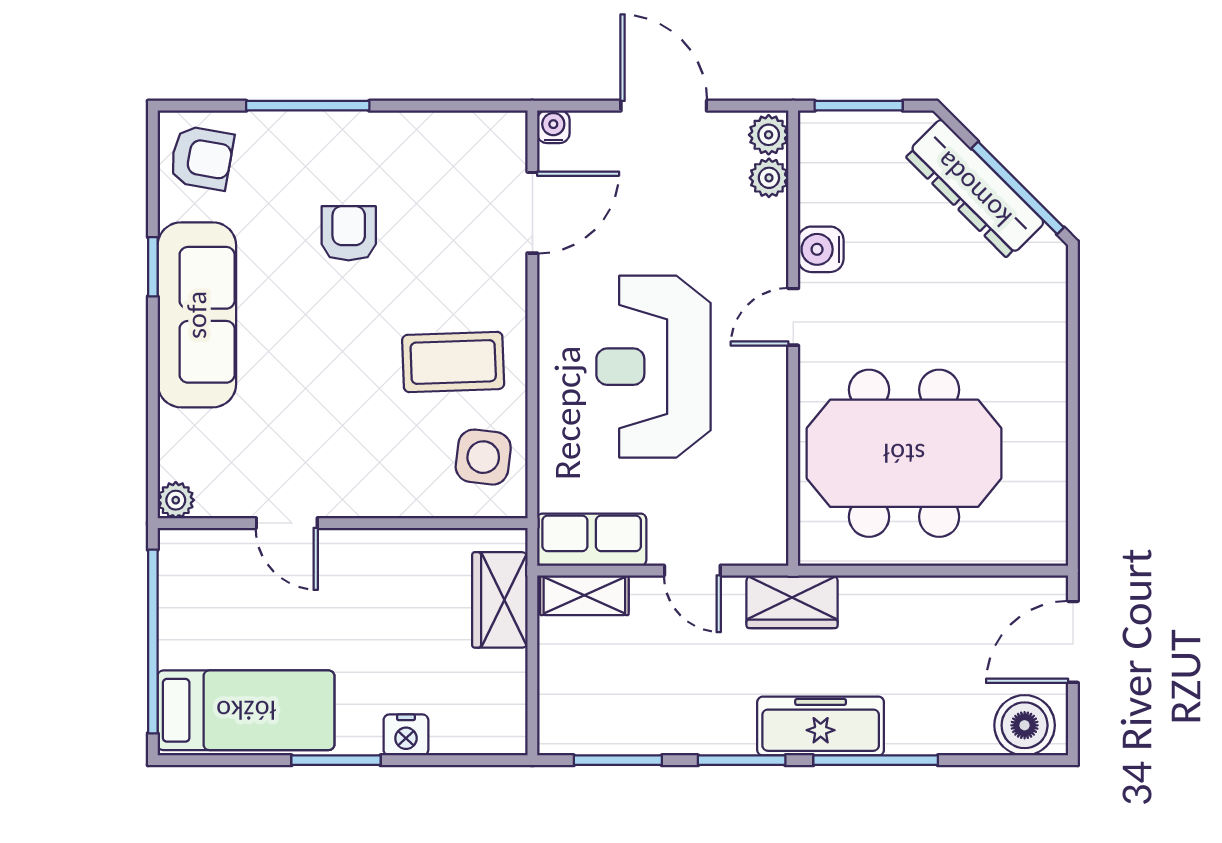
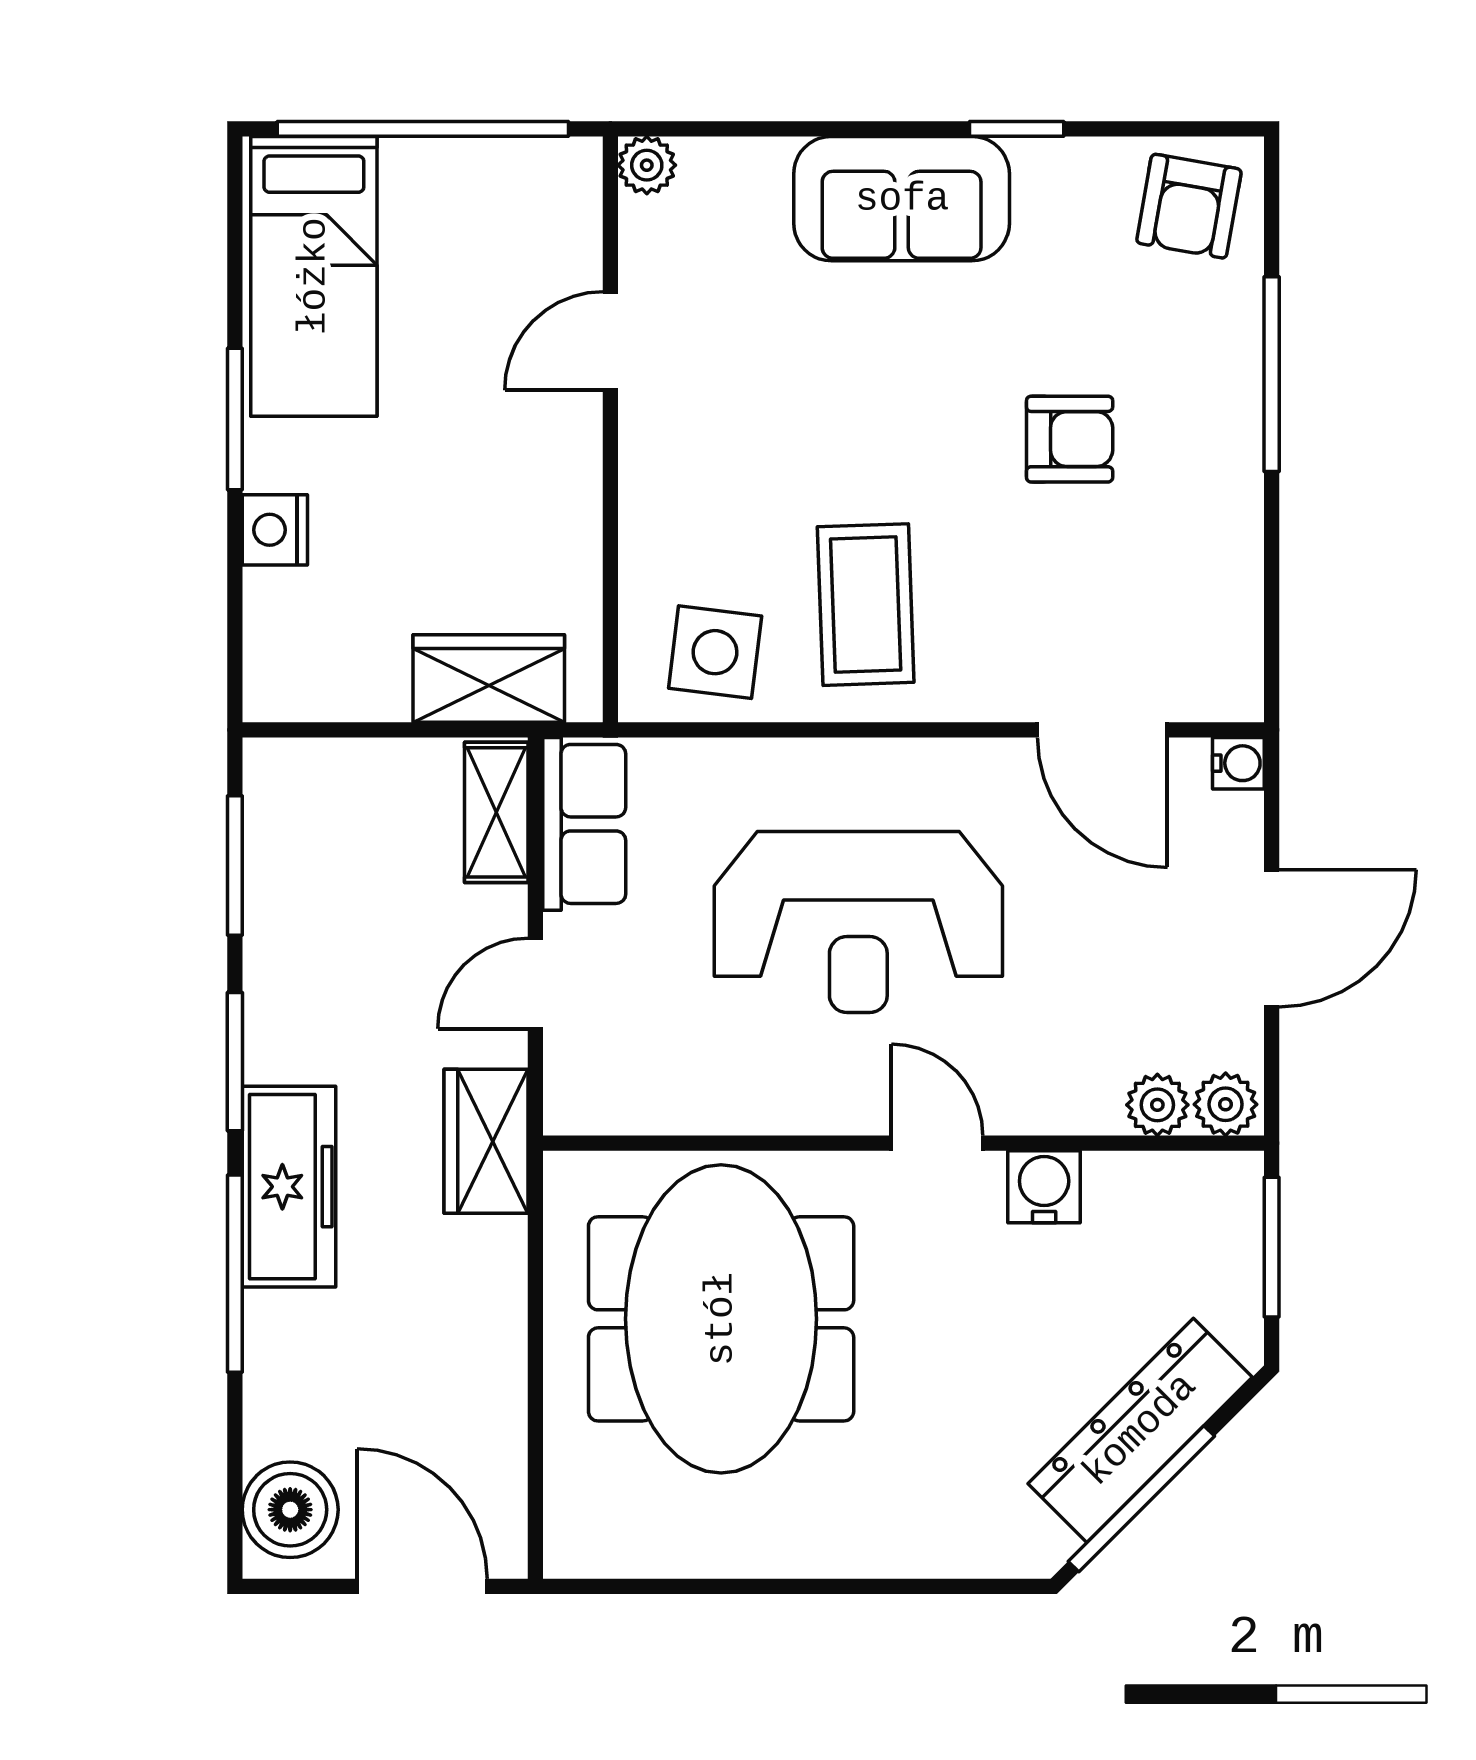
sofa: (197, 315) -> (902, 199), width x0.73
reception desk: (654, 367) -> (858, 922), turned 180

